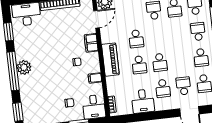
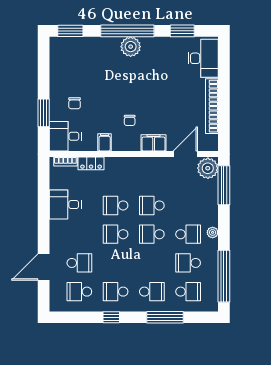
door: (96, 19) -> (185, 154), swing flipped
piano: (110, 60) -> (127, 167), removed
locker: (111, 86) -> (91, 163), added
school desk: (163, 88) -> (152, 234), moved

